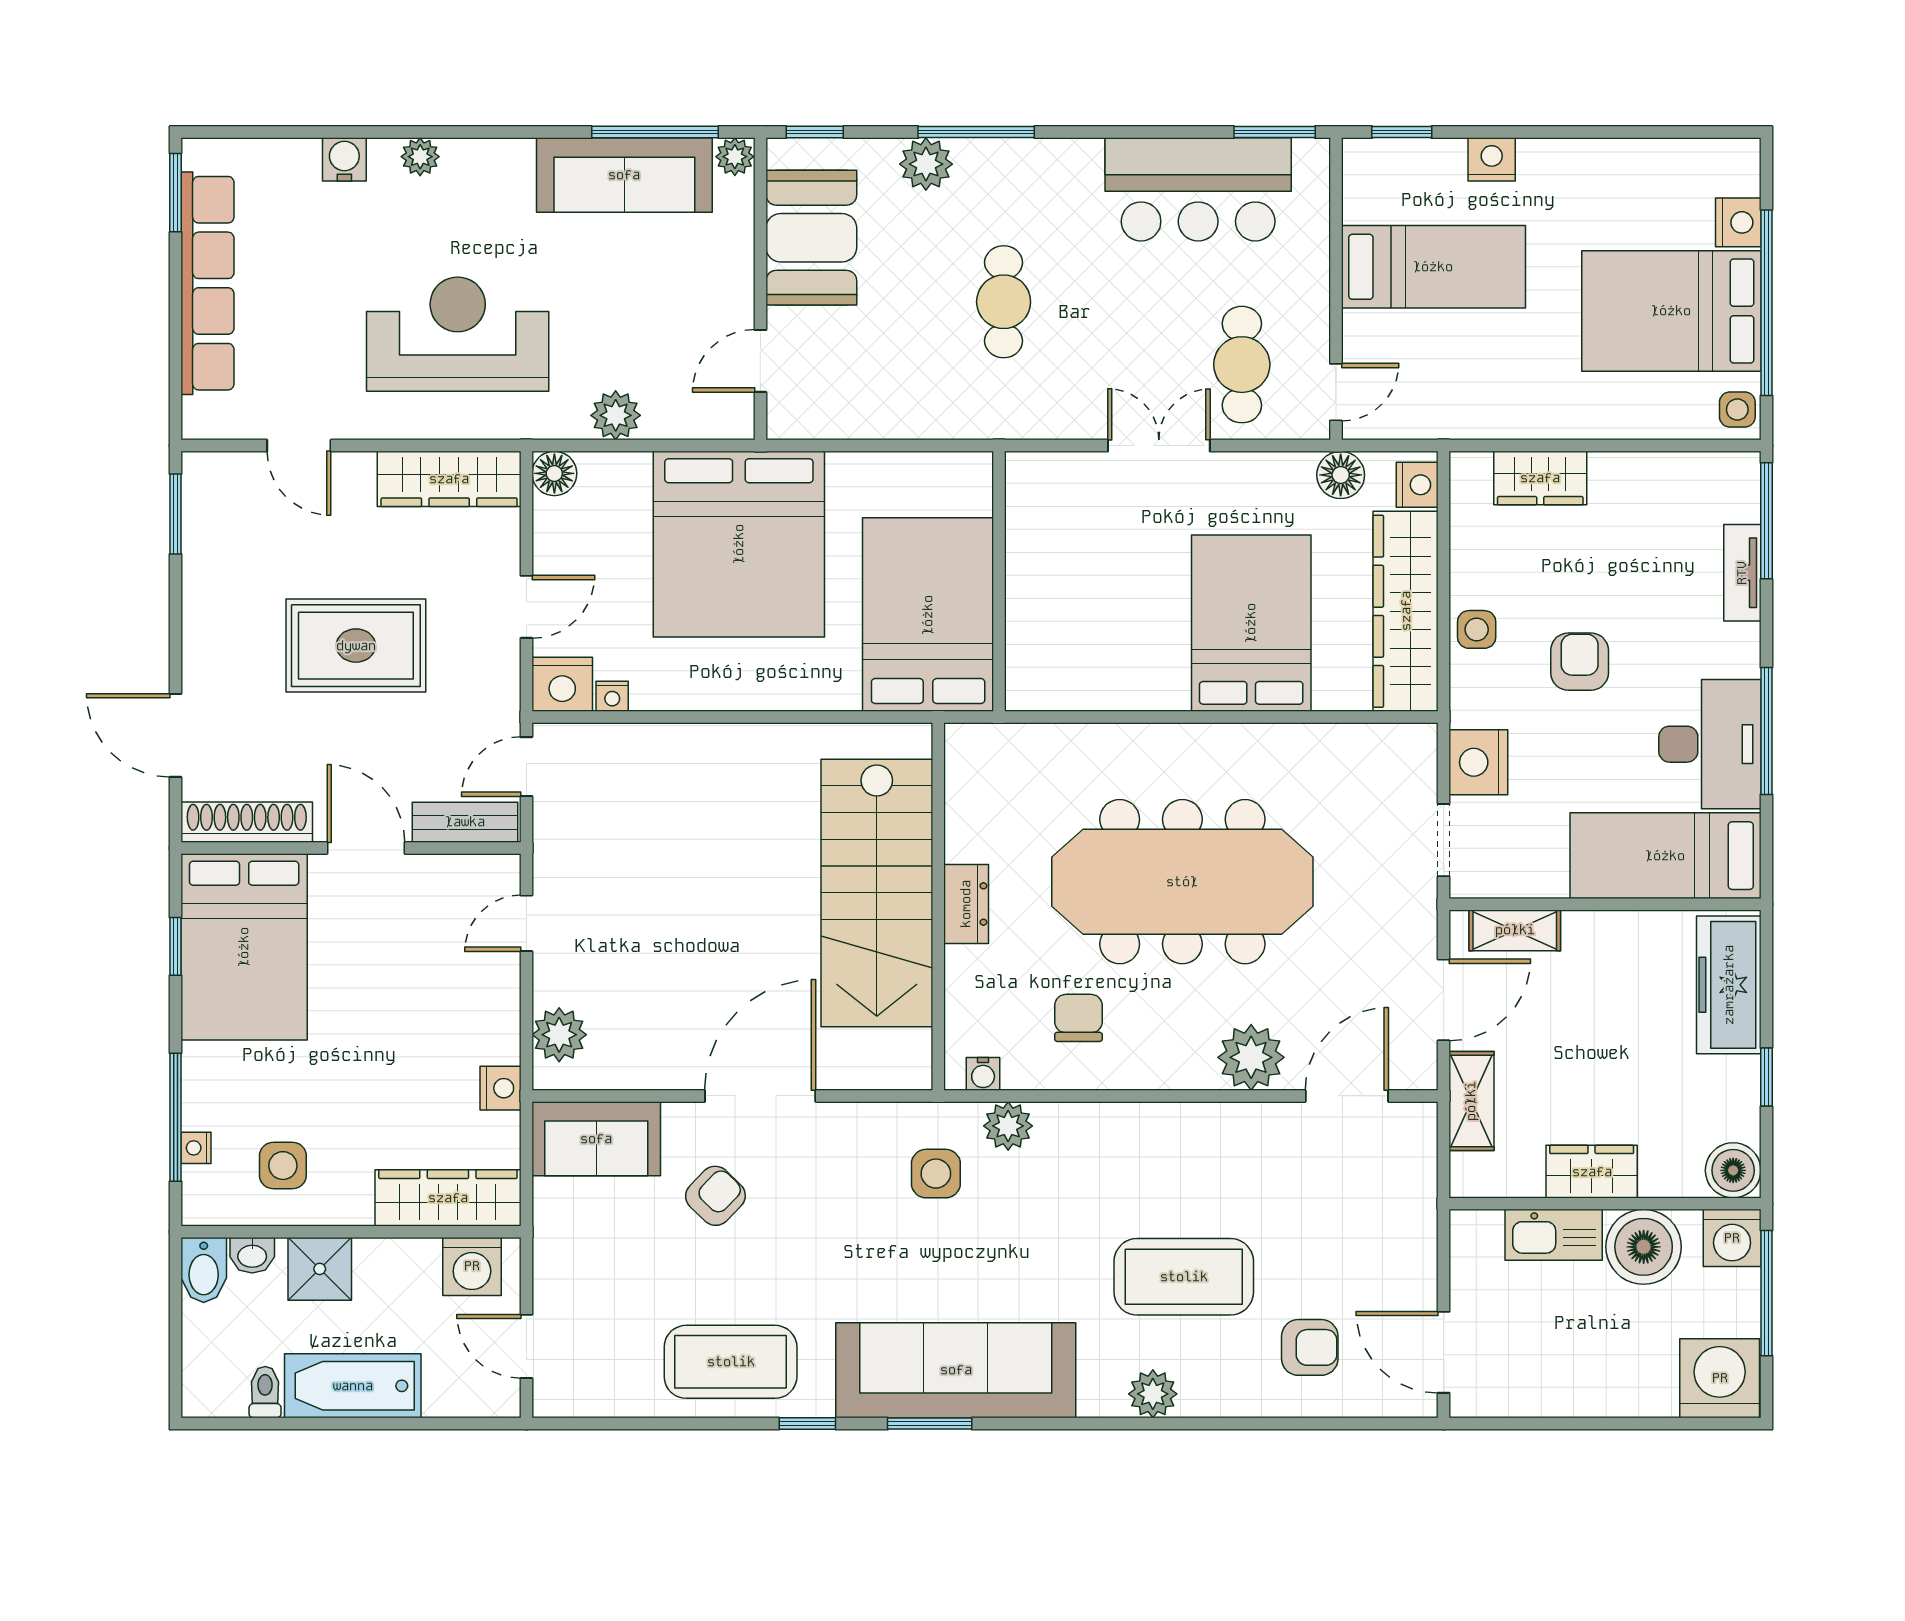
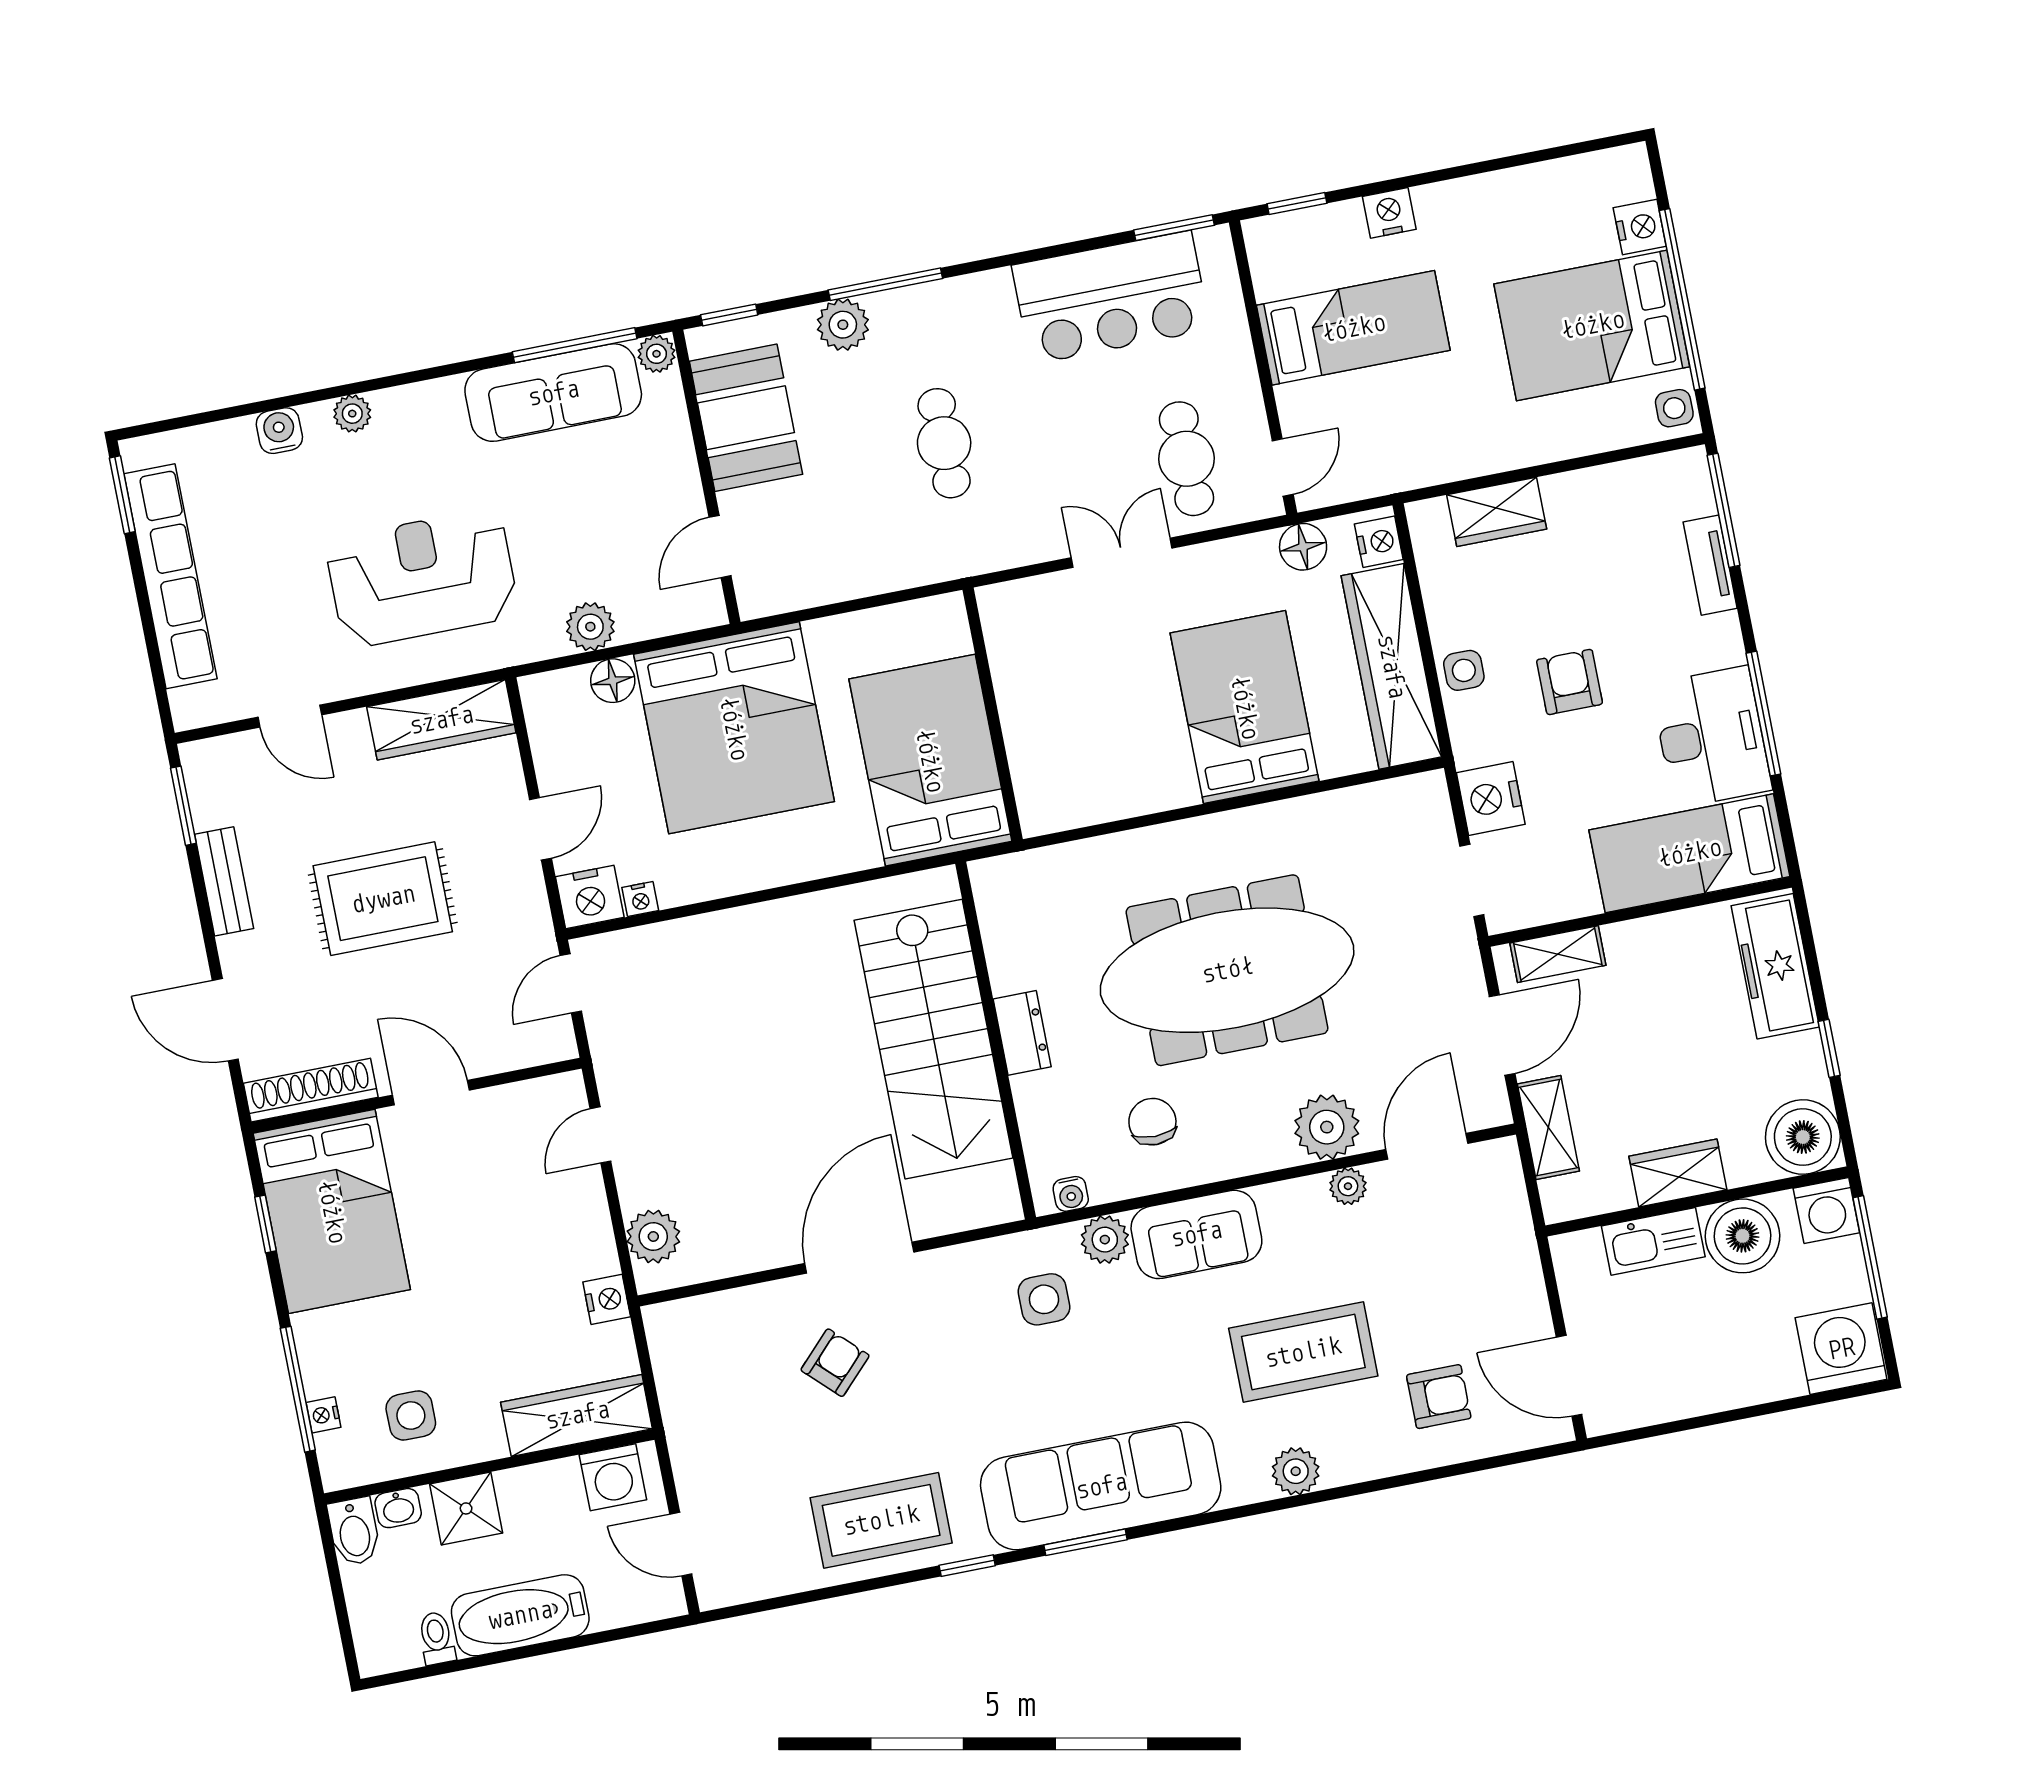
floor lamp: (554, 473) -> (613, 681), moved
bench: (465, 822) -> (224, 881), moved, turned 90
plant: (1261, 1120) -> (1348, 1186), added
sofa: (596, 1139) -> (1196, 1234), moved
boiler: (1733, 1170) -> (1803, 1137), width x1.37, depth x1.37

